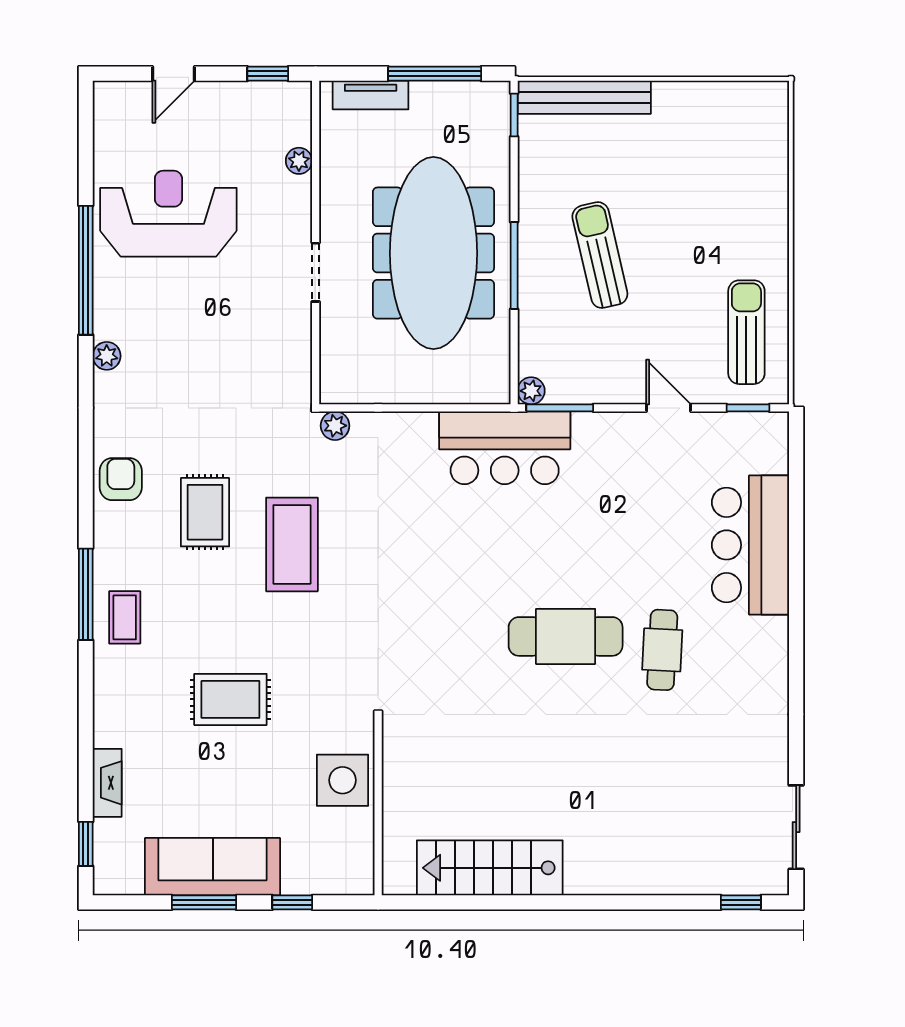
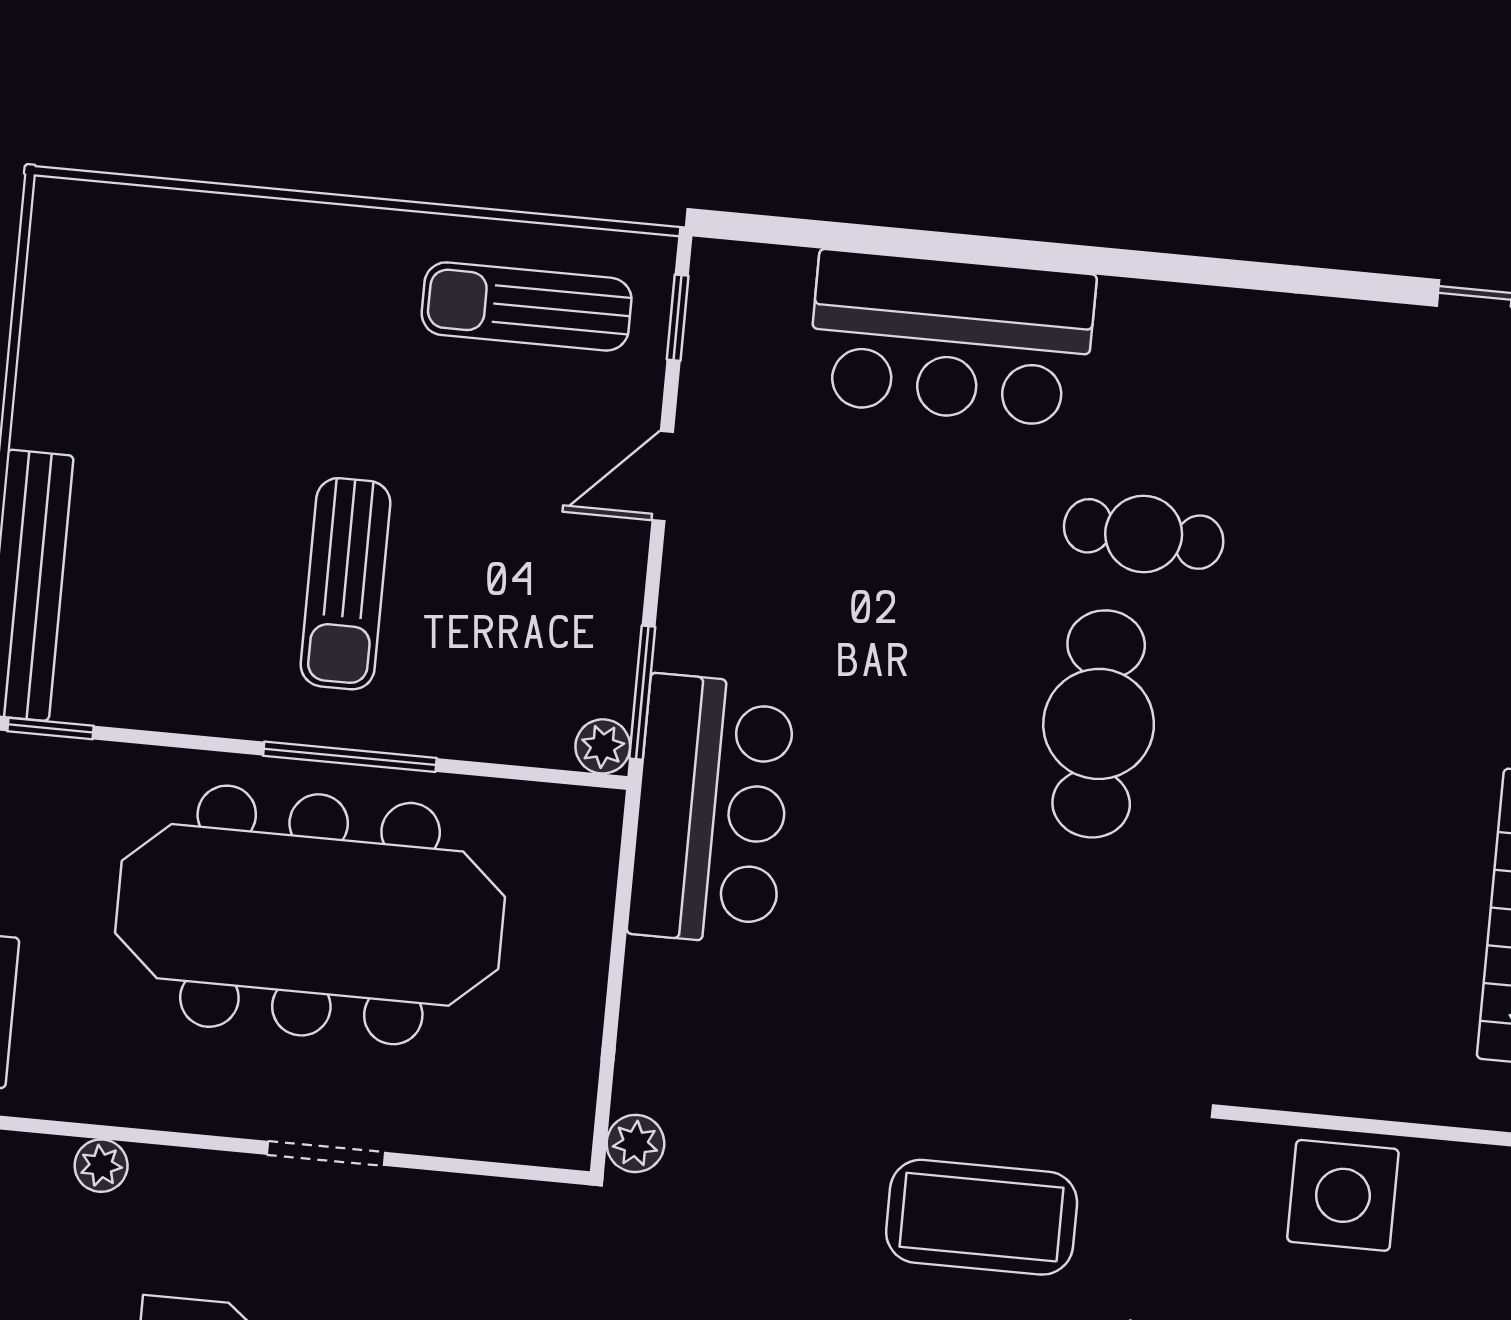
sun lounger: (600, 255) -> (345, 584), turned -77
coffee table: (292, 544) -> (982, 1217), moved

